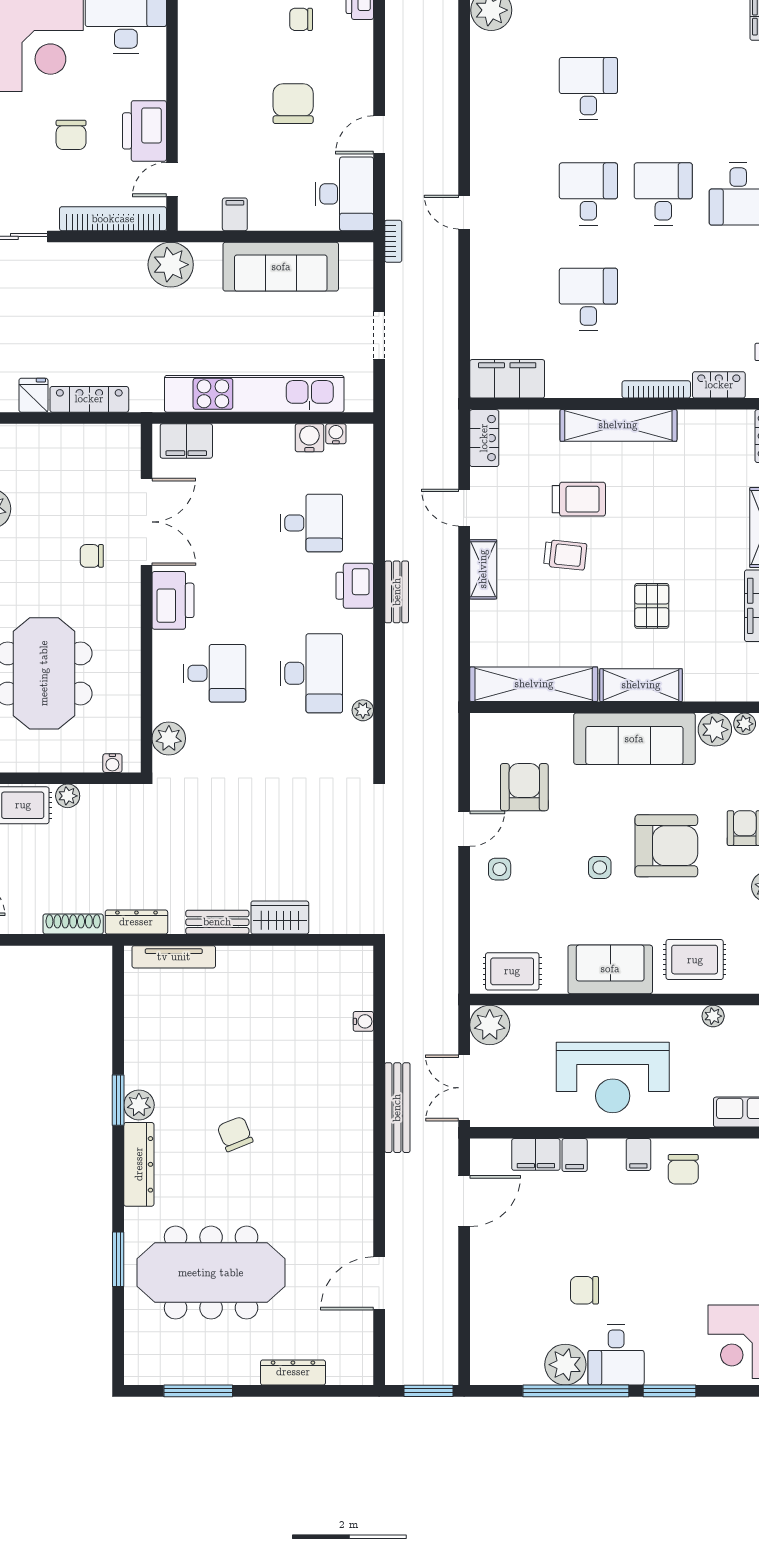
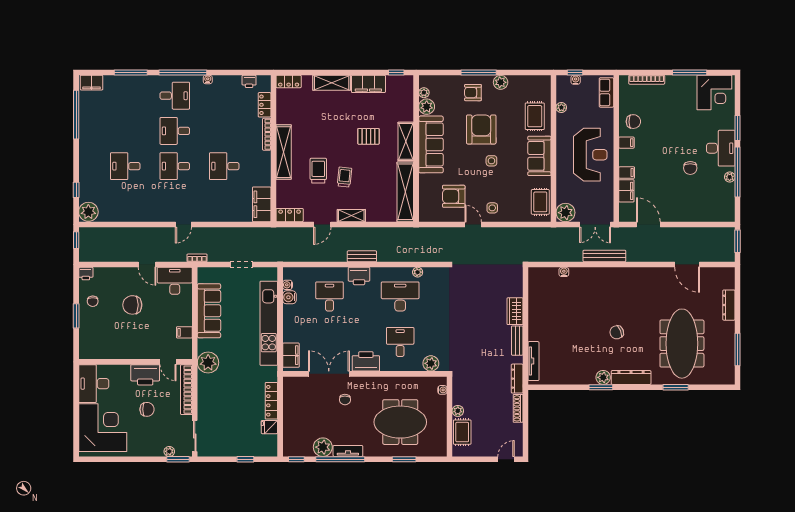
desk: (616, 1355) -> (721, 148), width x1.37
plant: (565, 1365) -> (730, 177), width x0.53, depth x0.53

